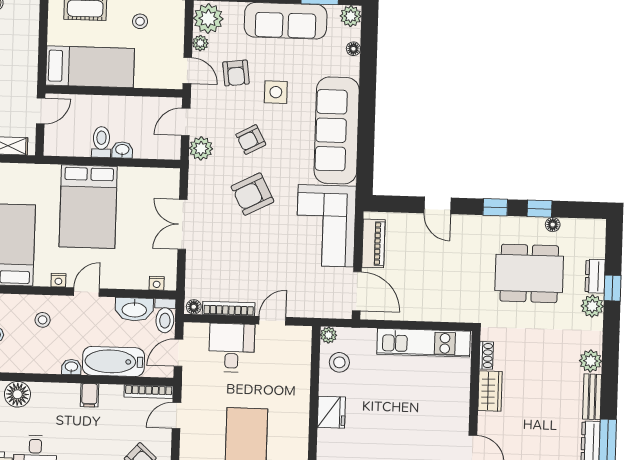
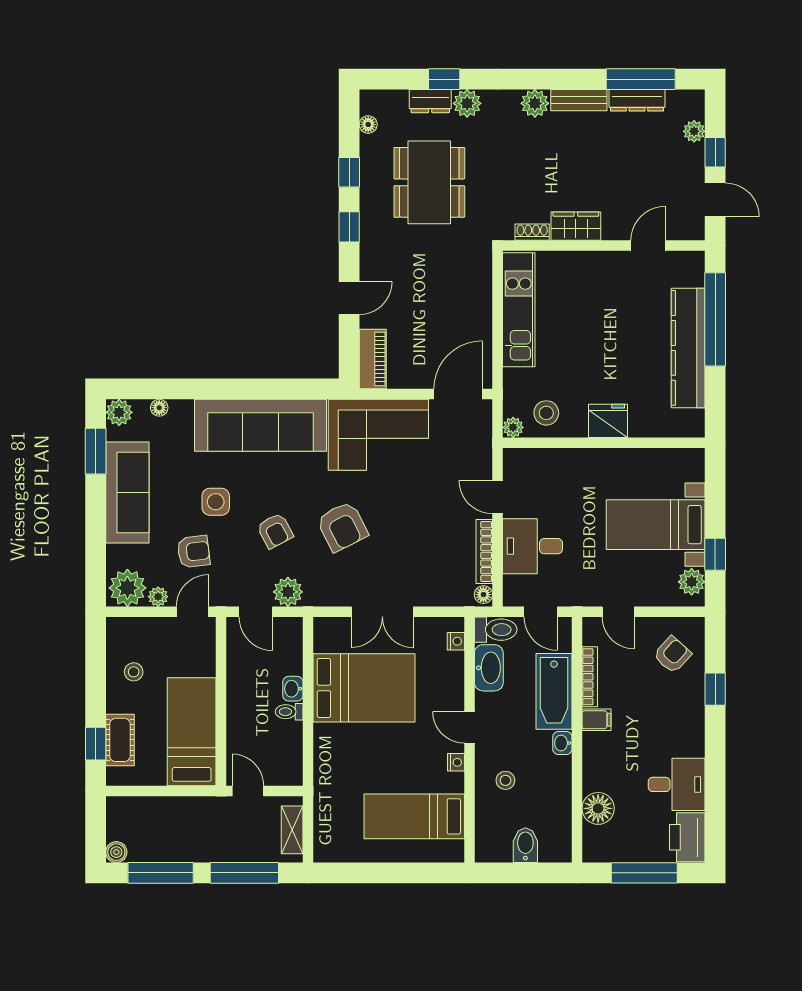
toilet: (101, 142) -> (289, 712), width x0.73, depth x0.72
bed: (88, 207) -> (364, 688), moved
floor lamp: (553, 225) -> (368, 124), moved
piano: (373, 243) -> (373, 359), moved, turned 90
bookcase: (149, 392) -> (590, 677), moved

